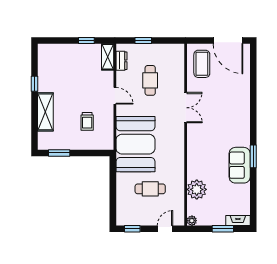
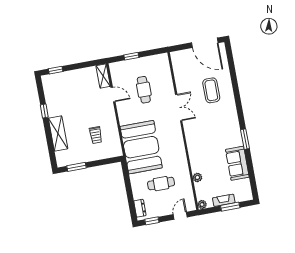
window: (86, 40) -> (56, 70), moved
dresser: (121, 61) -> (140, 208), moved
coffee table: (202, 64) -> (211, 90), moved
door: (115, 96) -> (113, 95), moved
sofa: (240, 165) -> (237, 163), moved
plant: (197, 189) -> (197, 177), width x0.53, depth x0.53
fireplace: (238, 220) -> (224, 200), moved

